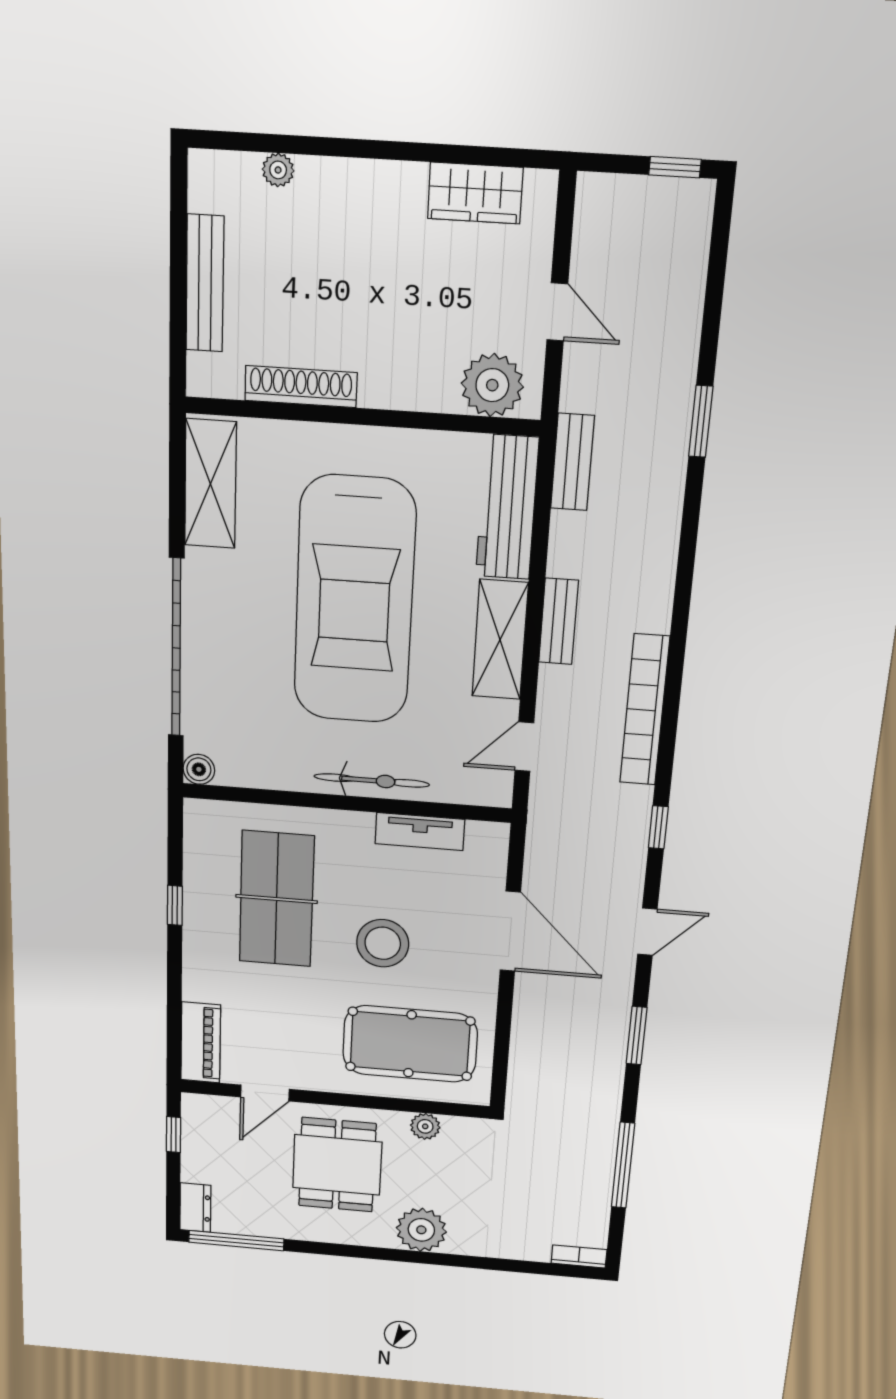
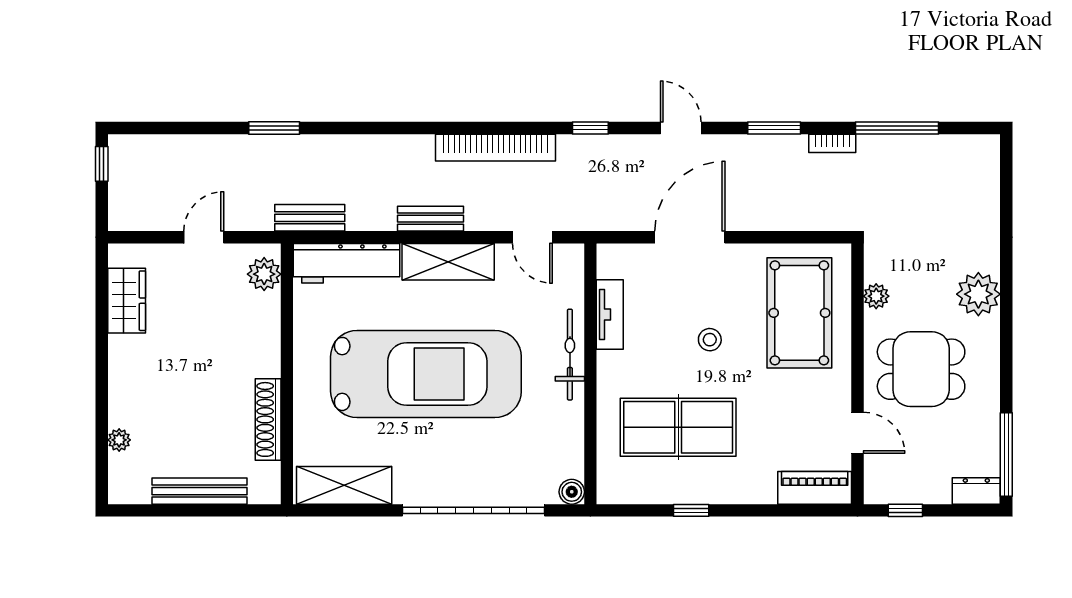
plant: (492, 385) -> (264, 274), width x0.73, depth x0.73
stool: (383, 943) -> (710, 340), width x0.53, depth x0.53
bookcase: (579, 1256) -> (832, 143), moved, turned -90

